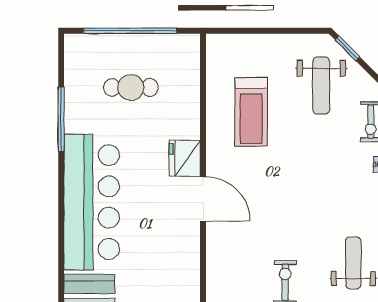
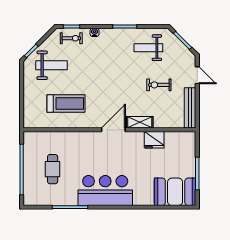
fridge: (185, 158) -> (154, 140), moved
bar counter: (92, 202) -> (105, 191), width x0.73
shelving: (217, 247) -> (140, 122), added

